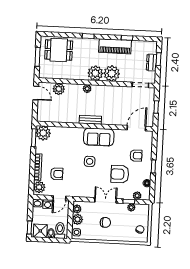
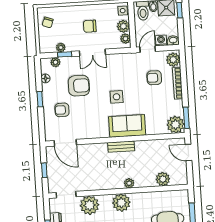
plant: (112, 74) -> (90, 205), moved
door: (36, 93) -> (188, 152), moved
door: (136, 128) -> (65, 143), hinge flipped
sofa: (99, 137) -> (127, 126), moved

